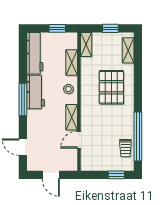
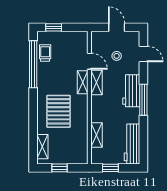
shelving: (86, 45) -> (83, 82), moved
stool: (68, 89) -> (117, 56), moved
workbench: (36, 92) -> (131, 91), moved
door: (79, 140) -> (89, 61), hinge flipped

